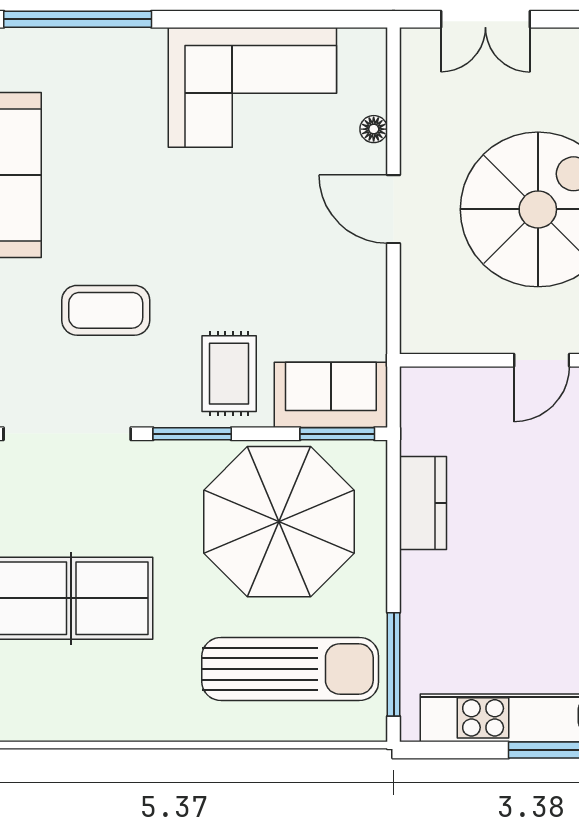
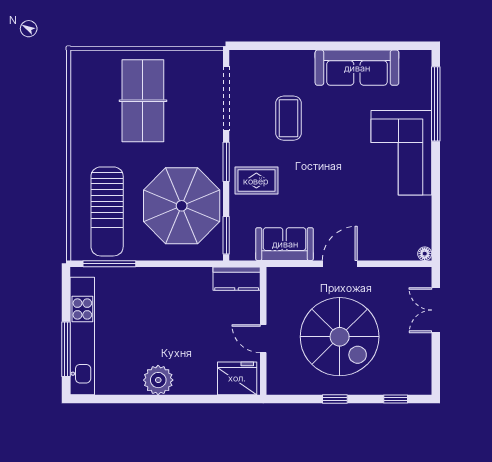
corner sofa: (252, 87) -> (401, 153), moved
floor lamp: (374, 129) -> (425, 254), moved
sofa: (331, 395) -> (285, 244), moved, turned -90
kitchen counter: (423, 503) -> (237, 279), moved

